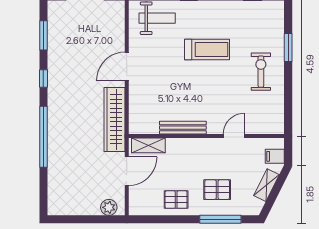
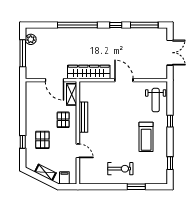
window: (43, 35) -> (144, 25), width x1.44
treadmill: (207, 50) -> (146, 137), moved
pallet: (176, 200) -> (63, 120), moved
plant: (109, 207) -> (31, 39), moved
window: (86, 219) -> (23, 53), added
window: (220, 219) -> (23, 142), width x0.46

